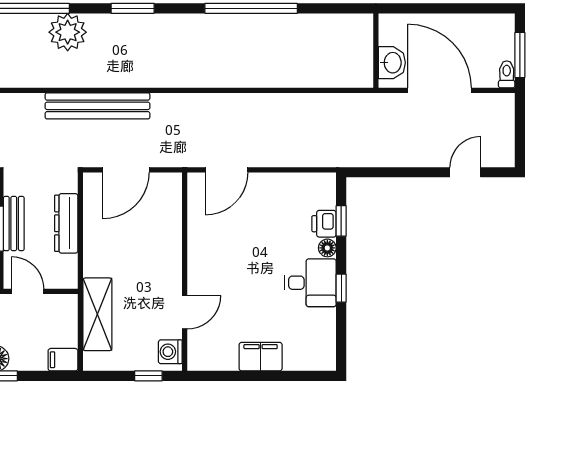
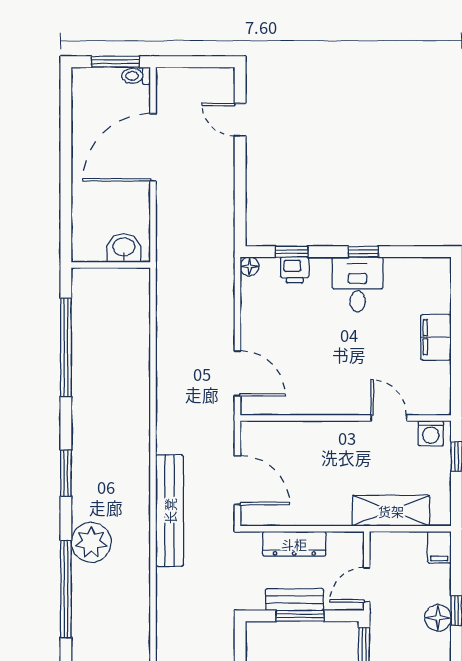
wall: (376, 51) -> (111, 265), moved
washbasin: (392, 63) -> (124, 248), moved
floor lamp: (327, 248) -> (249, 266), moved

